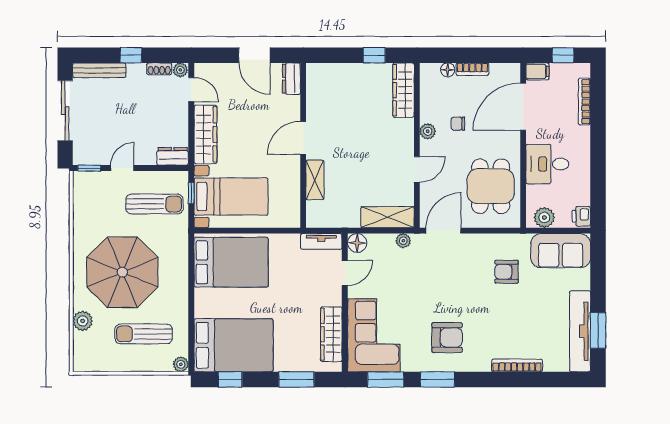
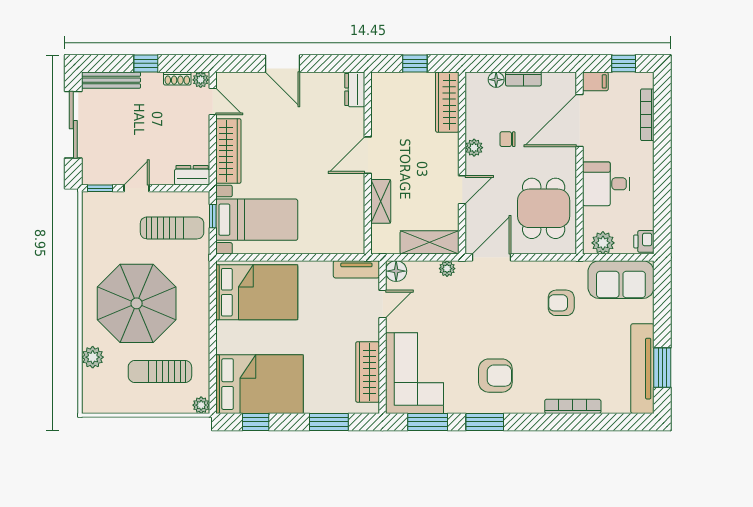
dresser: (291, 79) -> (355, 89), moved
door: (303, 138) -> (368, 155), moved
wall: (303, 145) -> (368, 163), moved
shelving: (315, 180) -> (381, 201), moved

